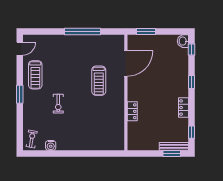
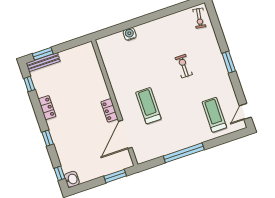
treadmill: (35, 75) -> (214, 115), moved
locker: (132, 111) -> (109, 110), moved
water cooler: (51, 145) -> (130, 34), moved

